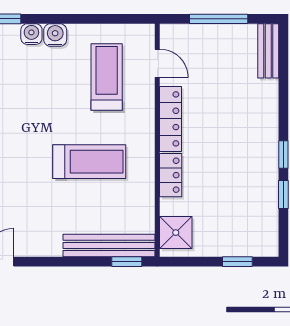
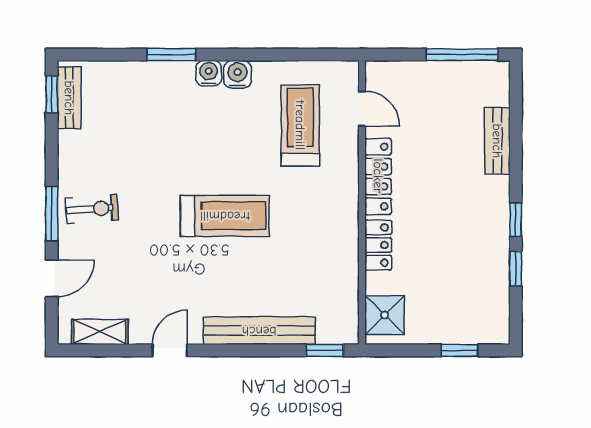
window: (219, 19) -> (462, 55), moved
bench: (268, 51) -> (497, 141), moved
treadmill: (89, 162) -> (225, 216), moved
bench: (109, 245) -> (259, 331), moved

